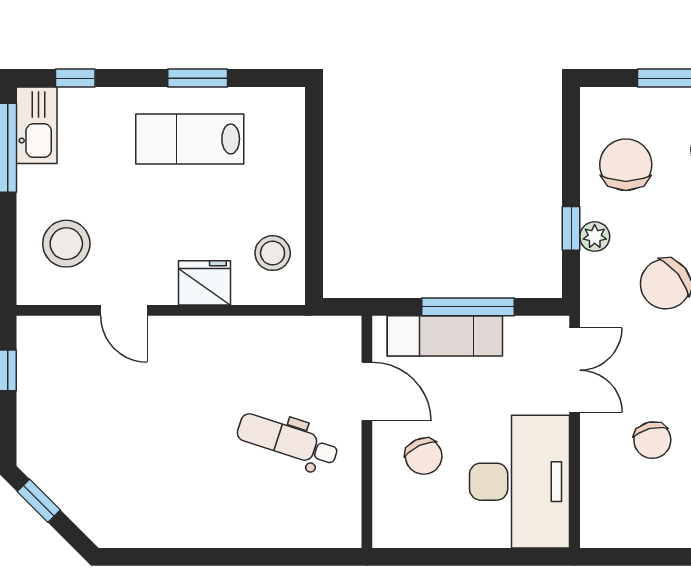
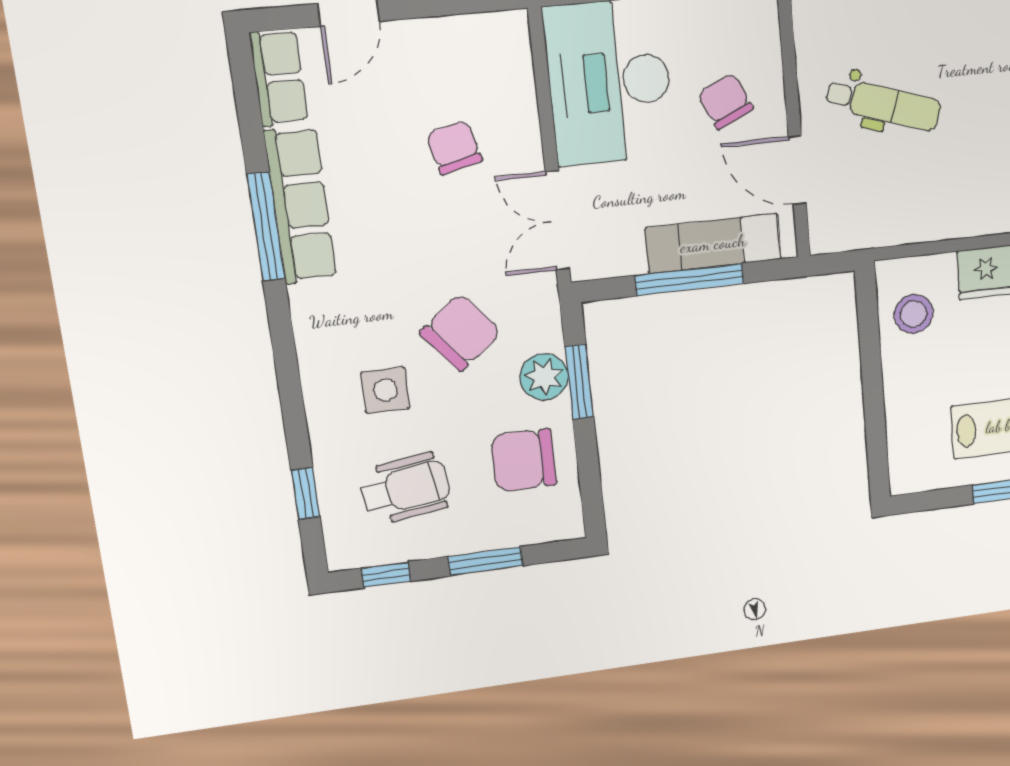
chair: (626, 165) -> (524, 460), turned 90
window: (571, 228) -> (579, 382), width x1.50
plant: (595, 237) -> (544, 377), width x1.38, depth x1.38

